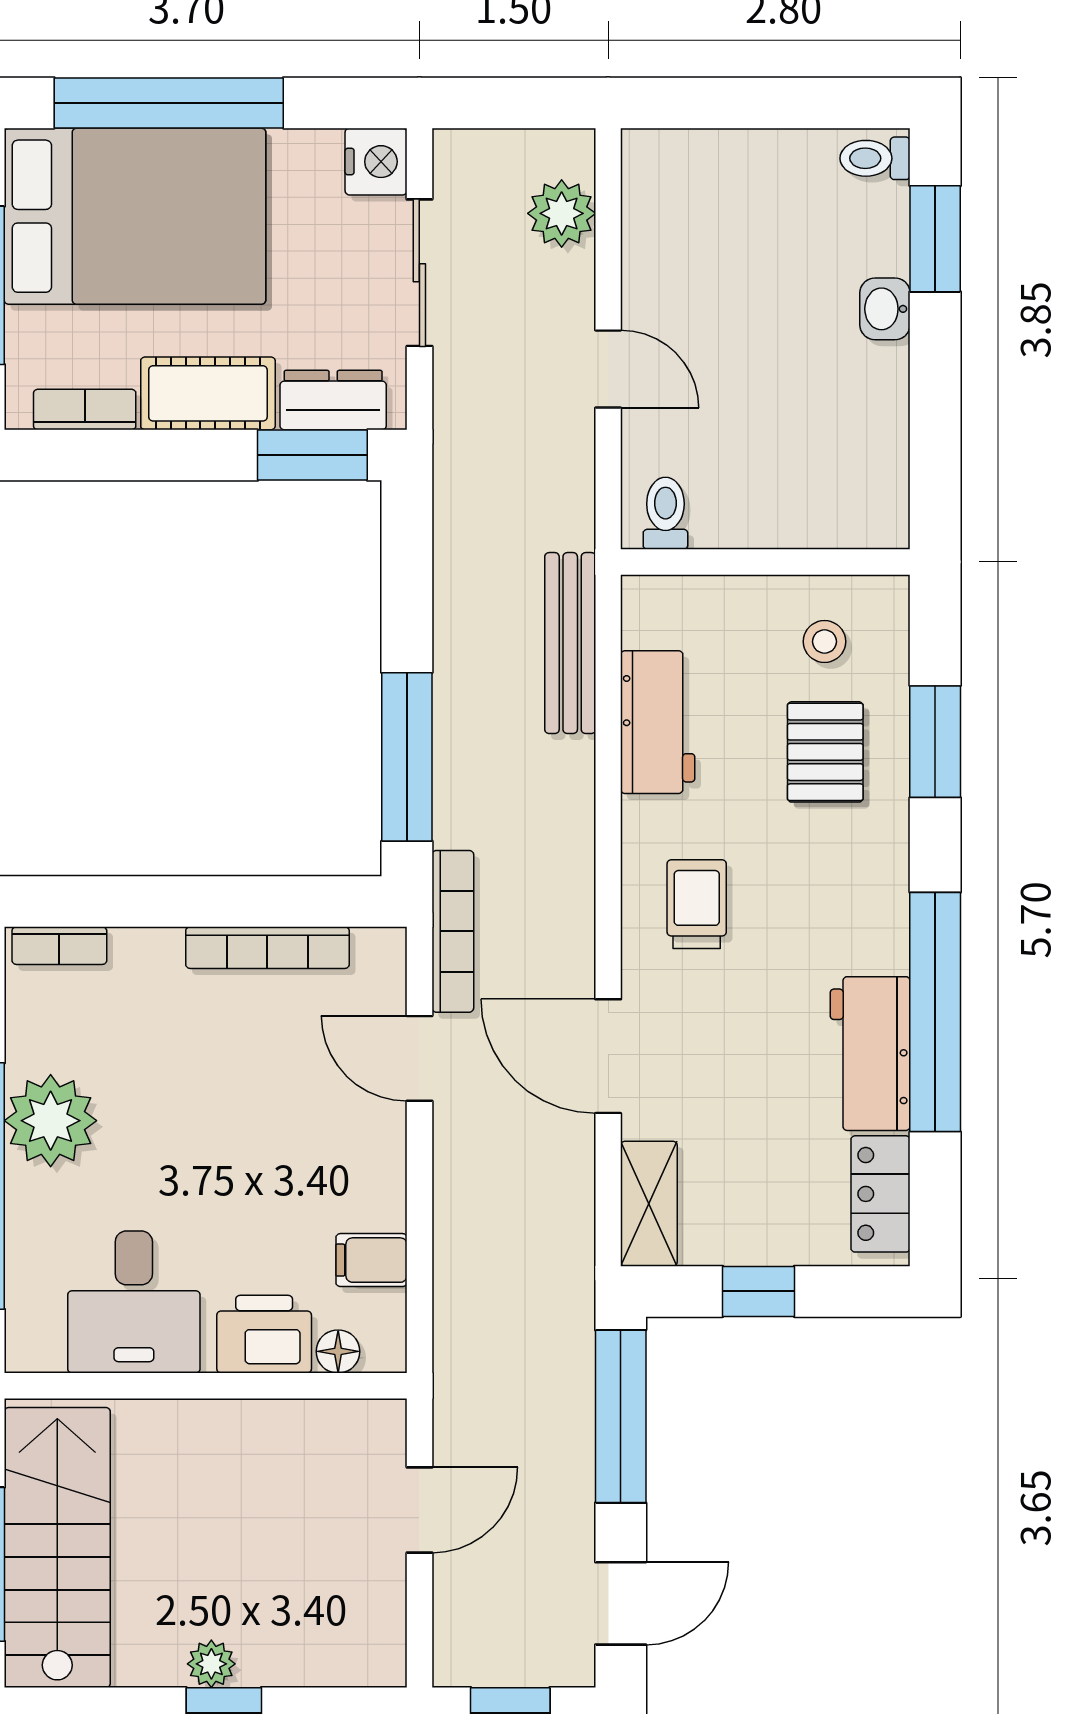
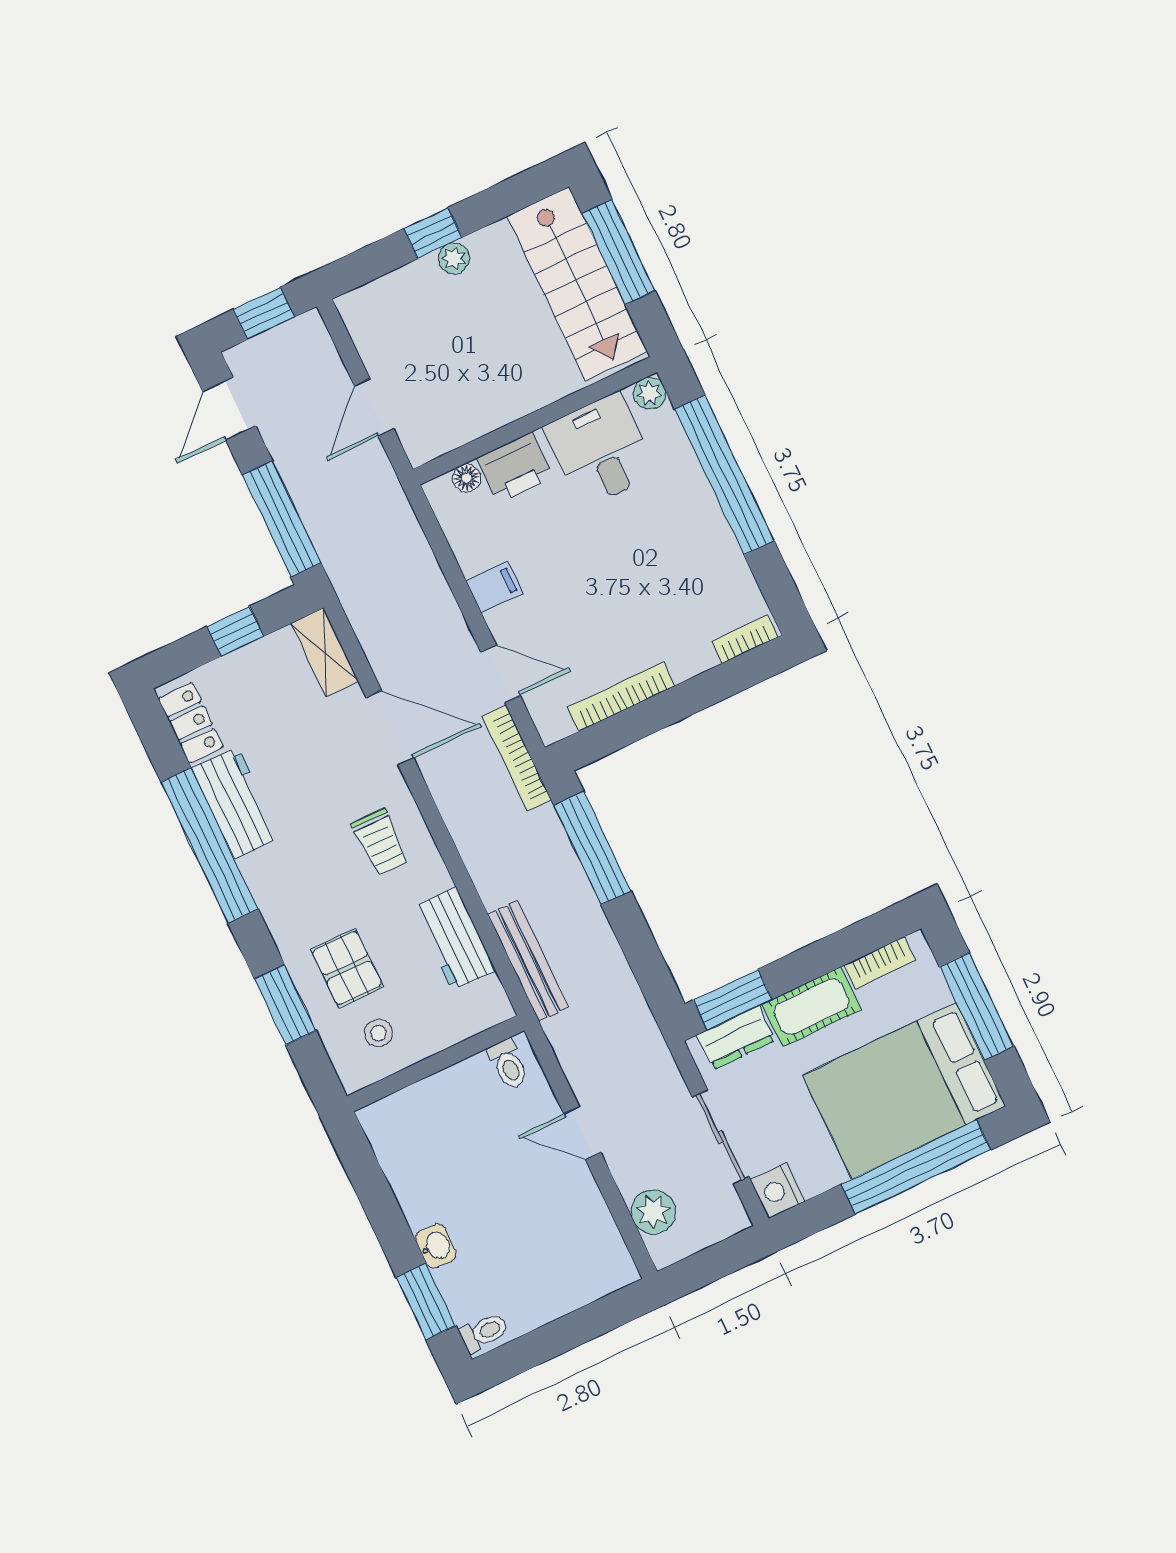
plant: (51, 1121) -> (650, 393), moved, width x0.53, depth x0.53
filing cabinet: (371, 1260) -> (494, 587), moved

